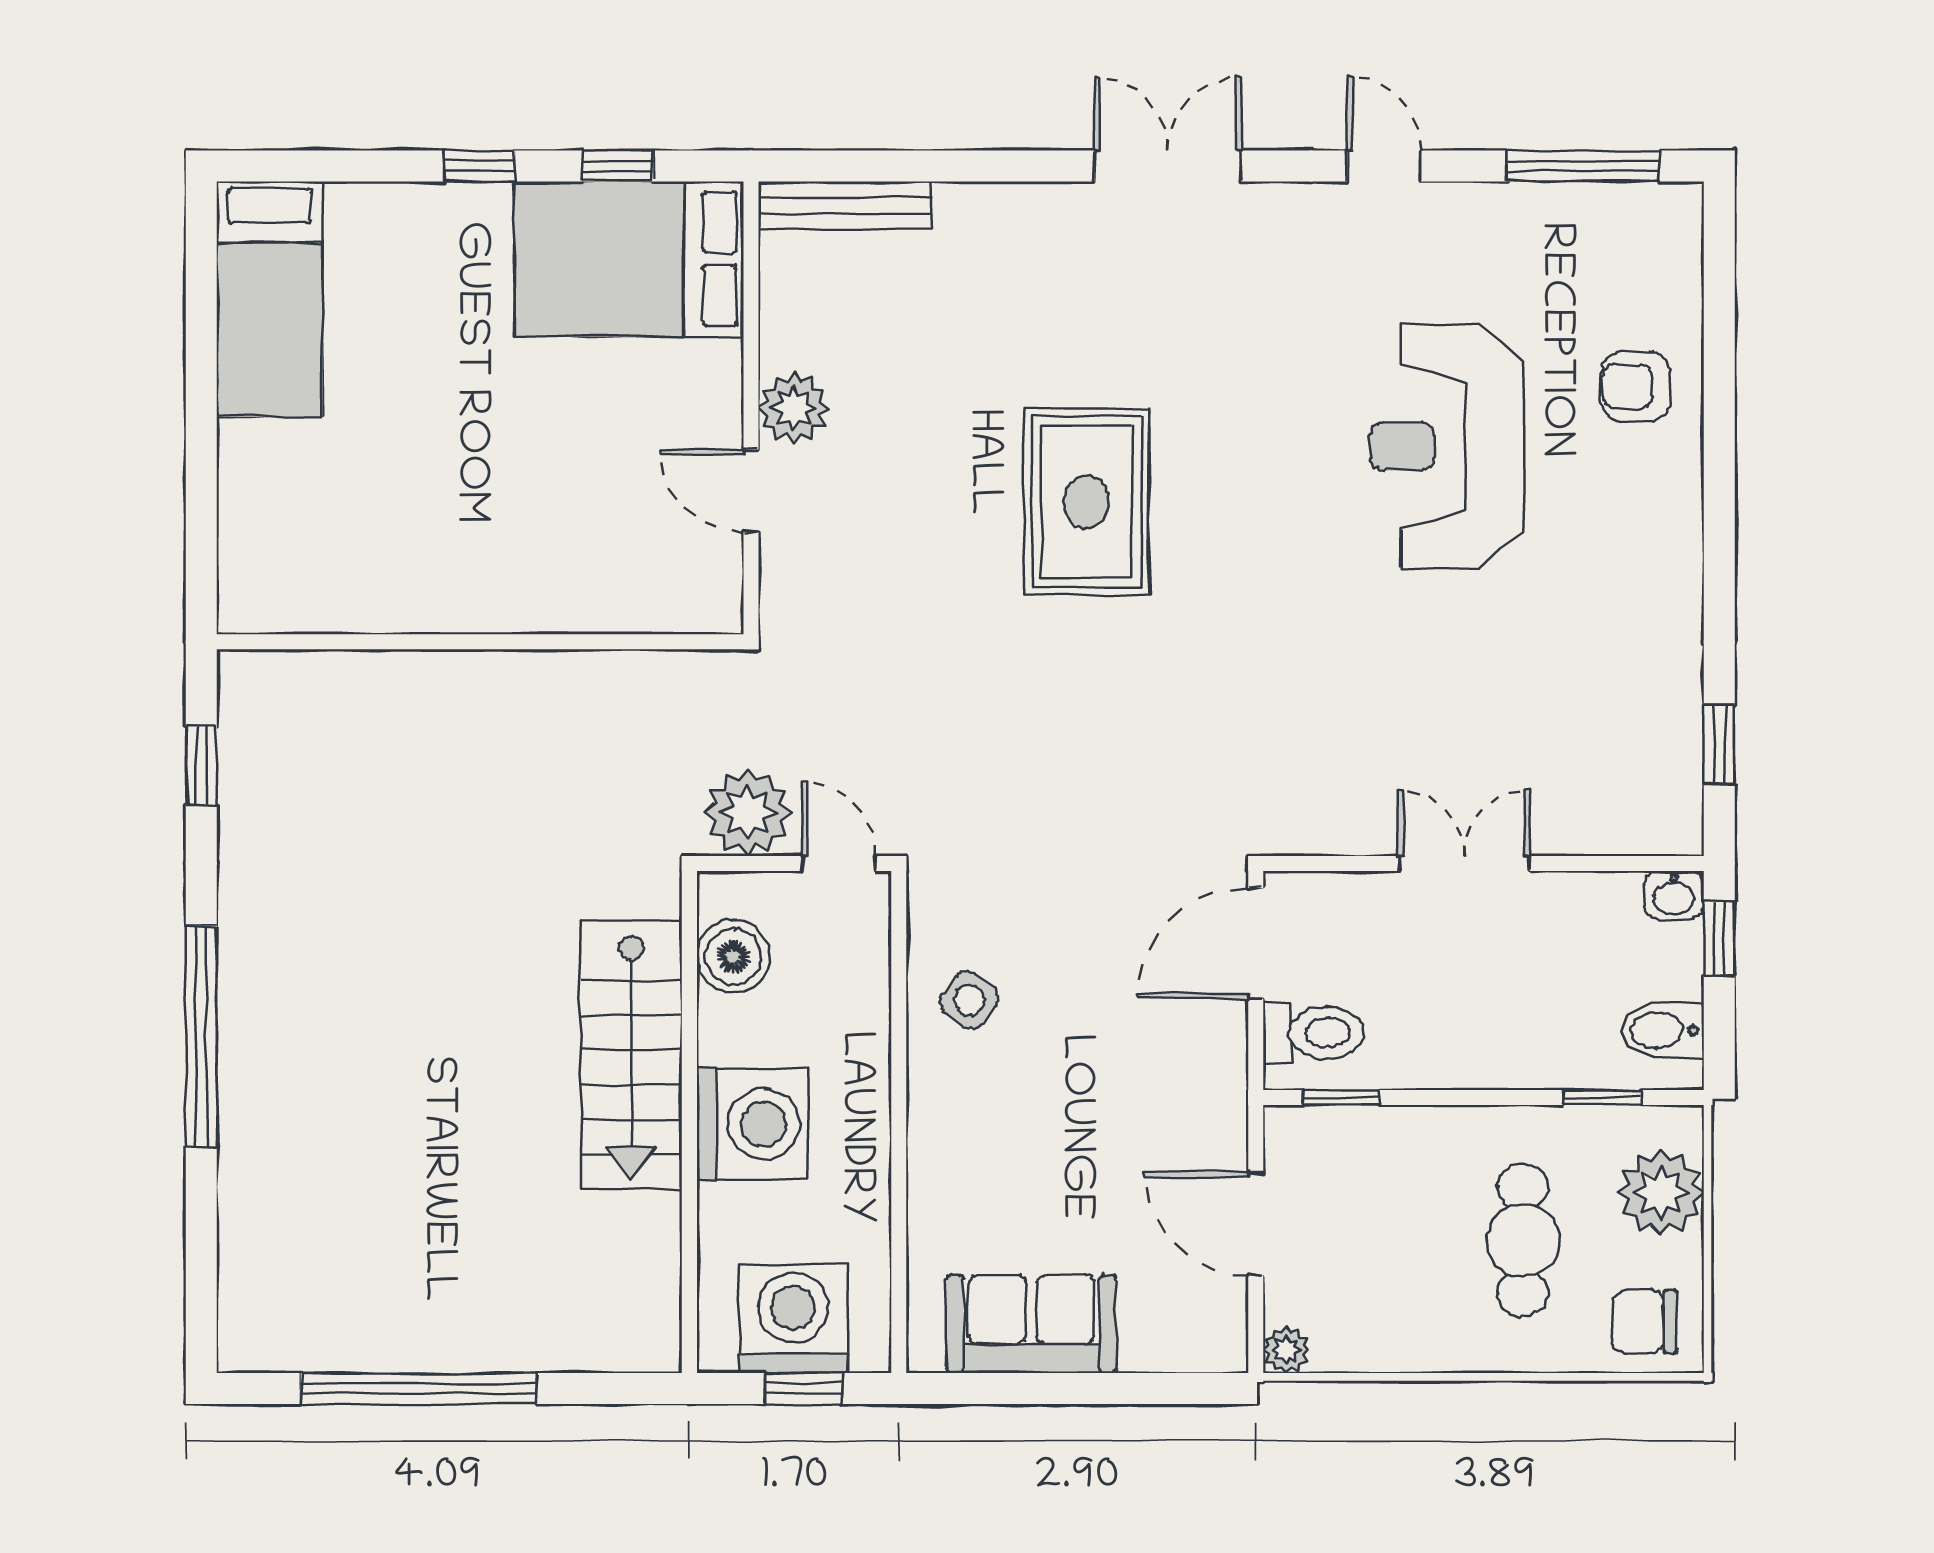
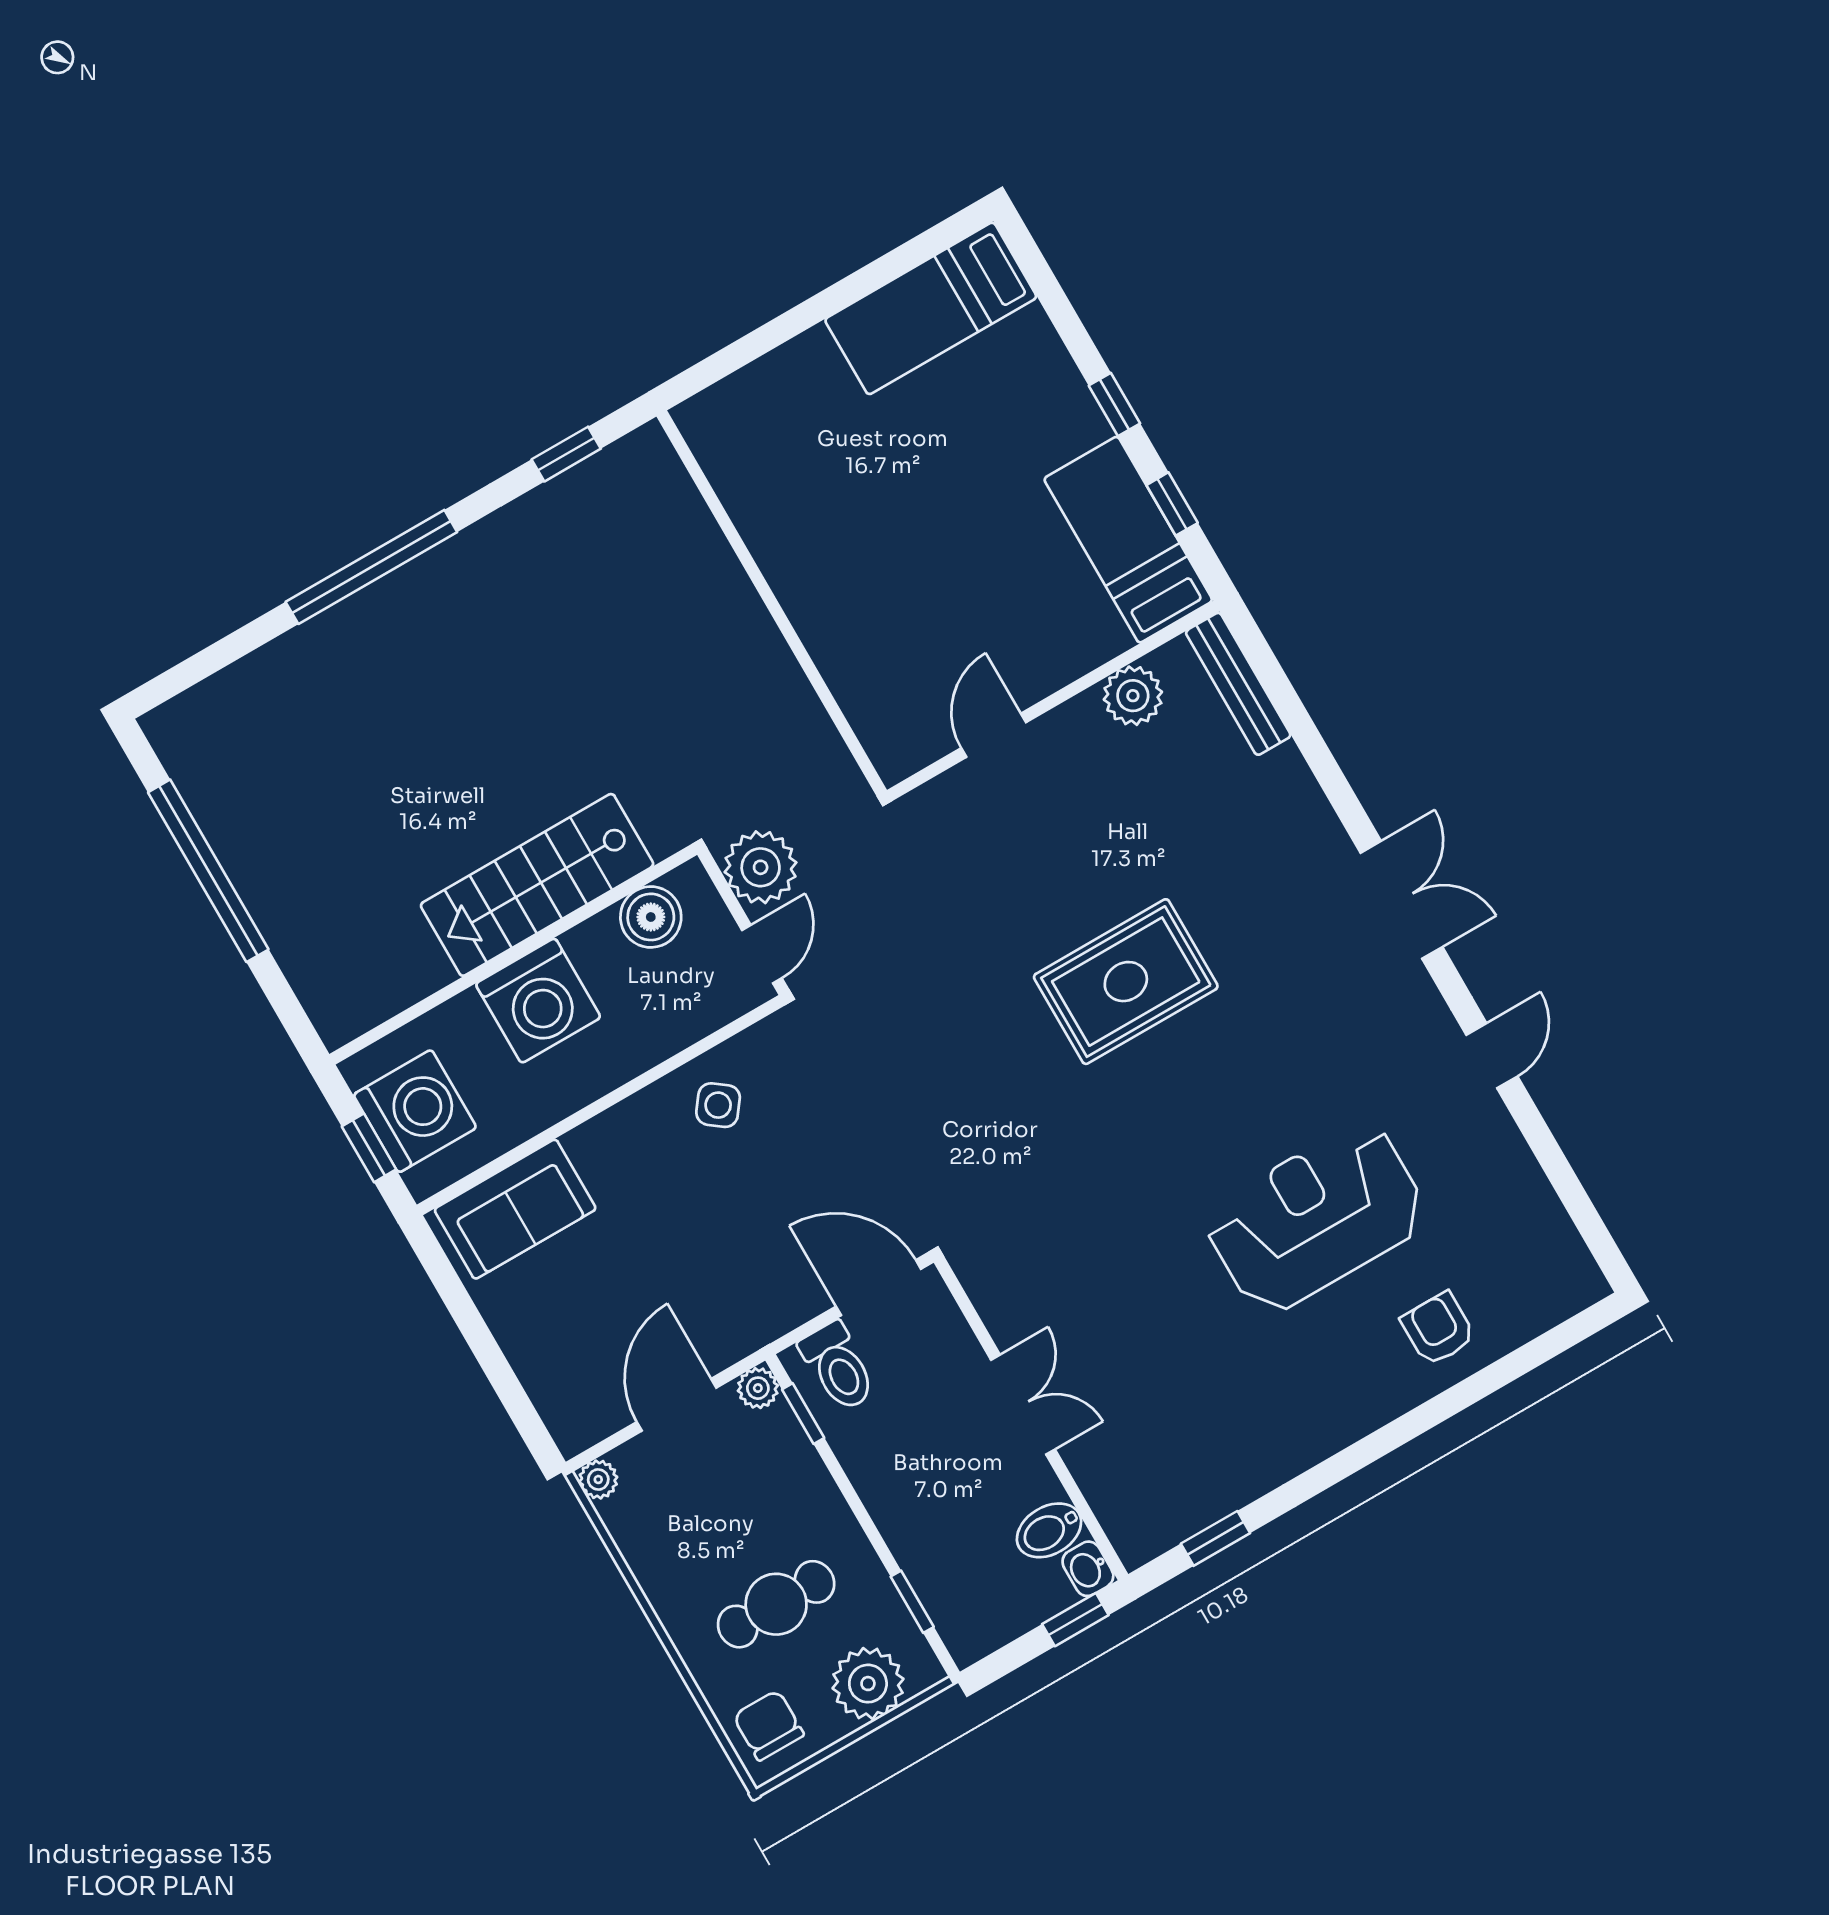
window: (1583, 166) -> (1575, 1199), removed
bed: (629, 259) -> (1128, 540), width x0.67
plant: (794, 408) -> (1133, 696), moved
bidet: (1662, 1030) -> (1049, 1530), moved, turned -90
plant: (1287, 1129) -> (758, 1388), added
sofa: (1031, 1324) -> (515, 1209), moved, turned 90

